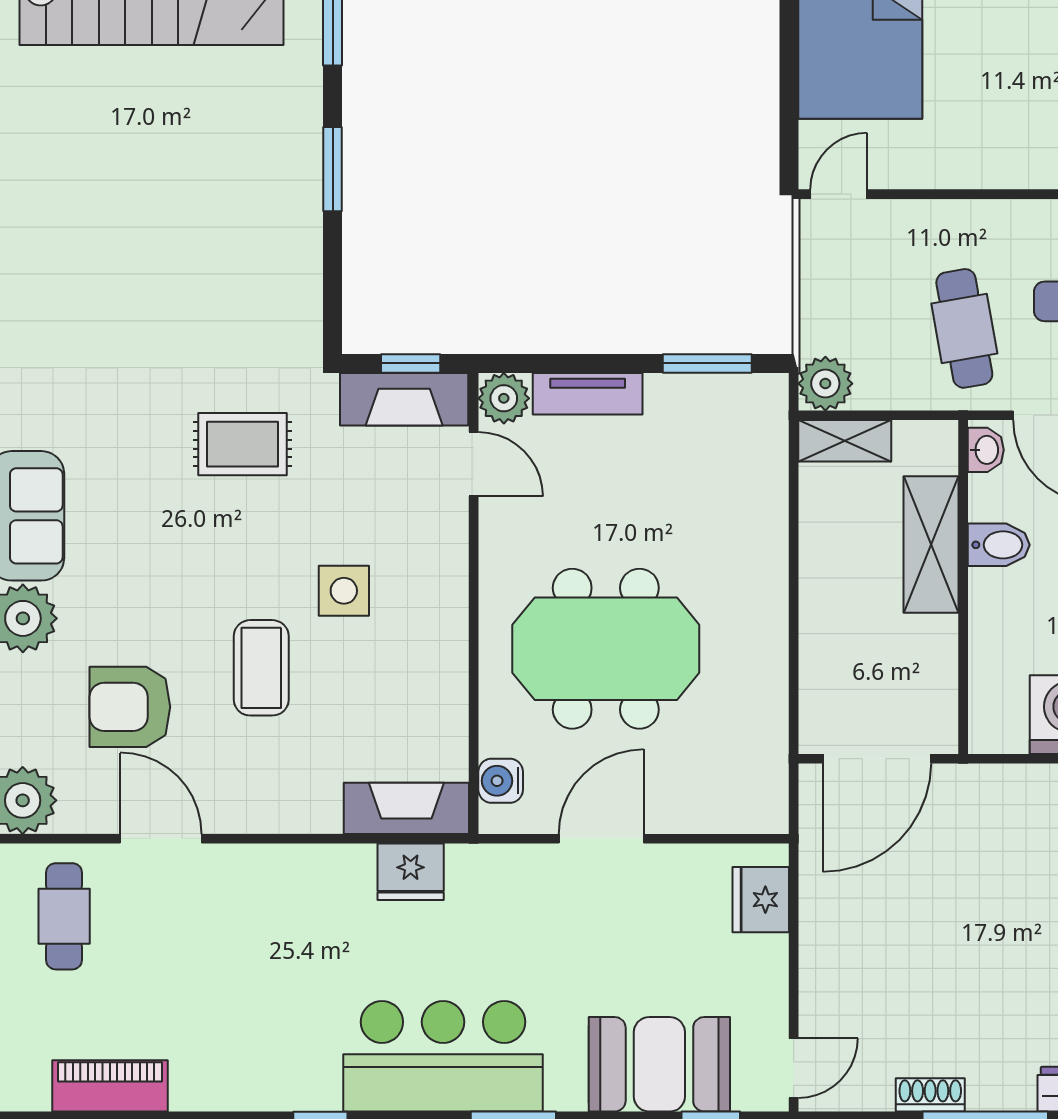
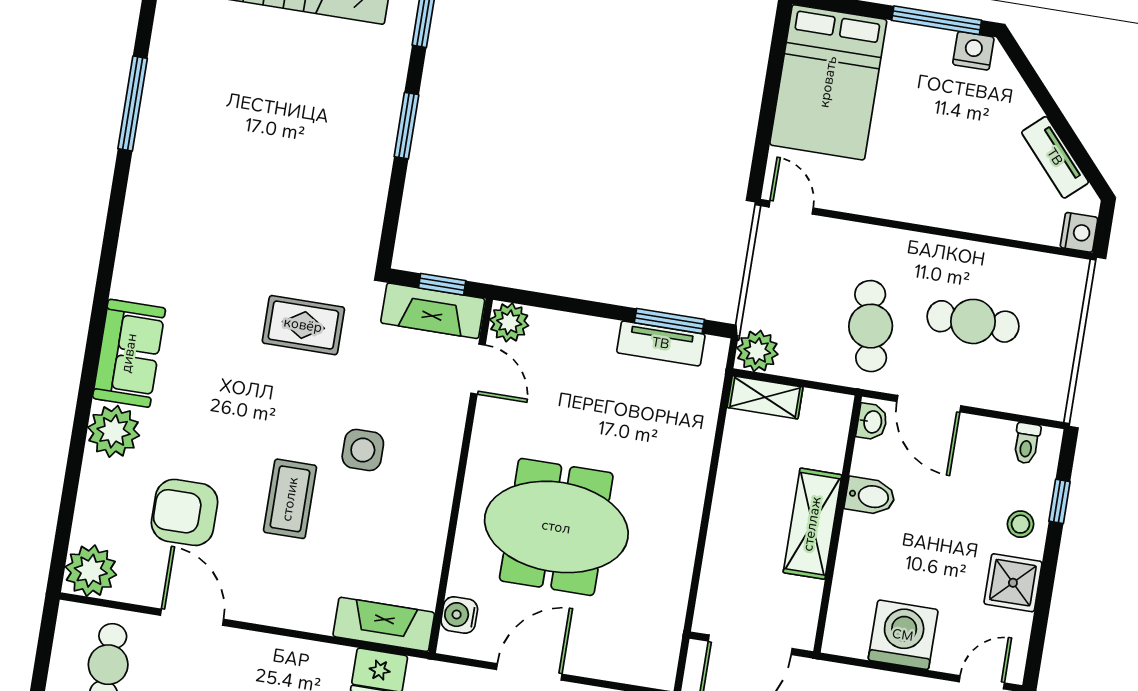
door: (839, 194) -> (791, 208), hinge flipped
tv unit: (588, 394) -> (661, 343), moved
shelving: (931, 545) -> (812, 524), moved

